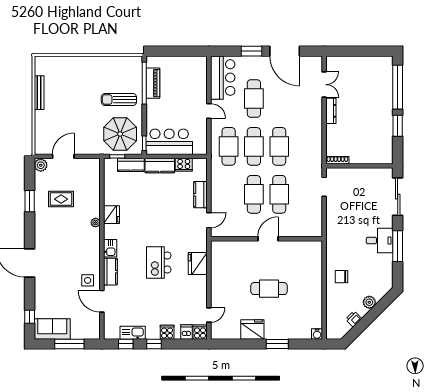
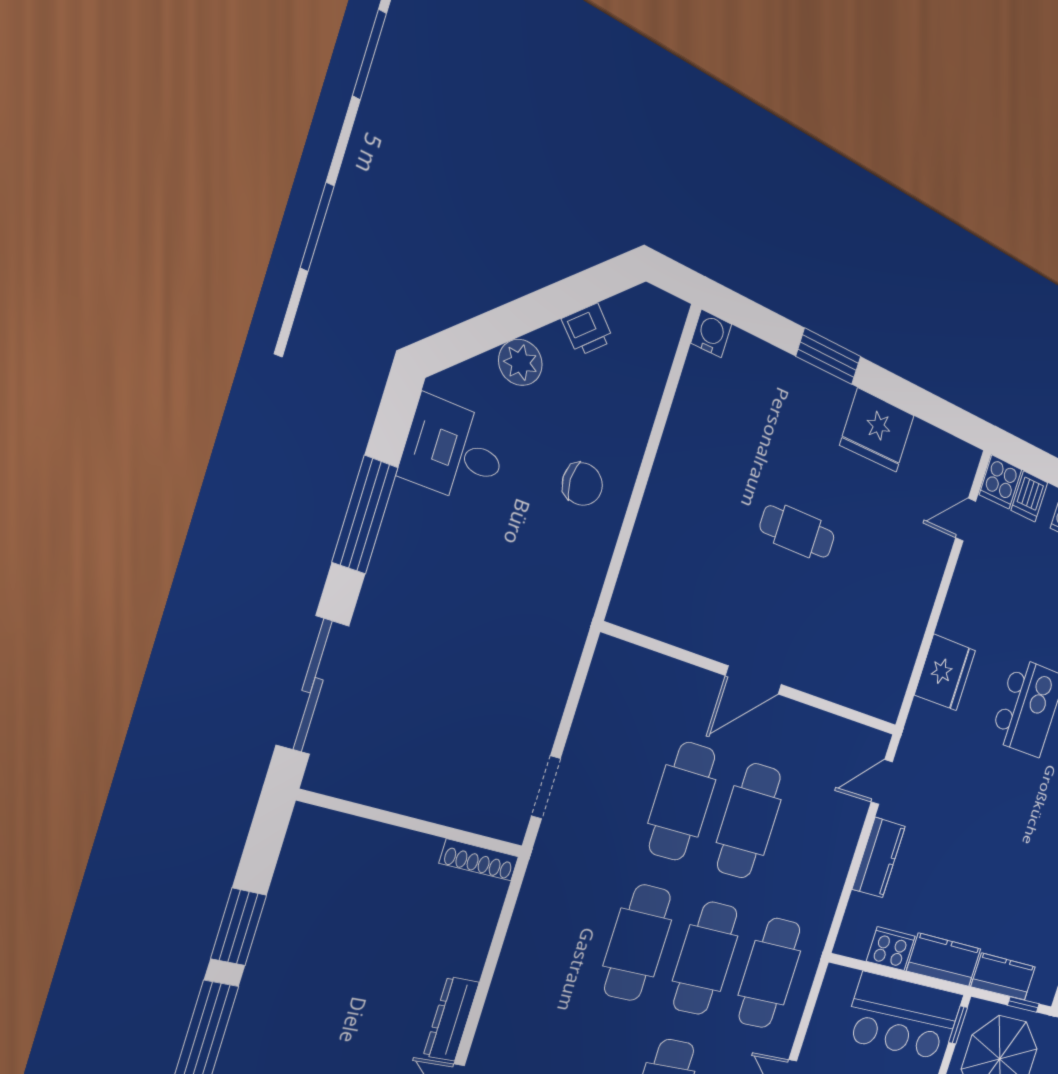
desk: (380, 241) -> (454, 451), moved
cafe table: (269, 289) -> (797, 532), width x0.73, depth x0.74

